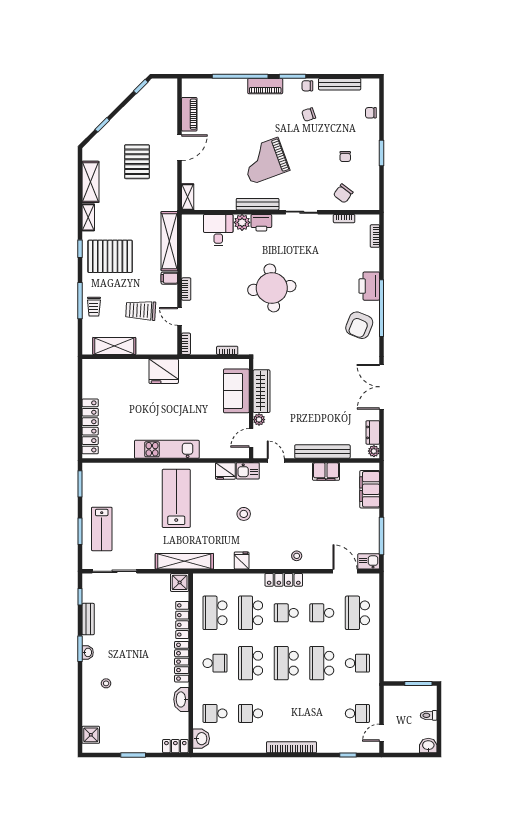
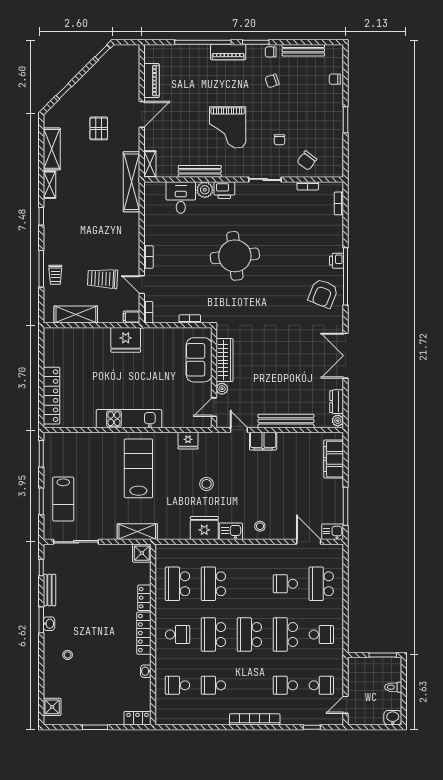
chair: (345, 157) -> (279, 140), moved
grand piano: (265, 161) -> (228, 127), turned -70
pallet: (137, 162) -> (99, 128), width x0.67, depth x0.71
bench: (258, 204) -> (200, 171), moved
shelving: (169, 241) -> (131, 182), moved
pallet: (110, 256) -> (72, 224), removed
filing cabinet: (169, 278) -> (131, 317), moved
printer: (369, 286) -> (337, 261), width x0.53, depth x0.68
kitchen sink: (248, 471) -> (231, 531), moved, turned 180
filing cabinet: (326, 472) -> (263, 441), moved
shelving: (184, 561) -> (137, 532), width x0.68
fridge: (242, 561) -> (204, 528), width x1.88, depth x1.34
locker: (284, 580) -> (247, 550), removed
school desk: (286, 613) -> (285, 685), moved
locker: (182, 620) -> (144, 598), width x0.66
washbasin: (181, 699) -> (146, 671), width x0.52, depth x0.69
washbasin: (201, 739) -> (164, 711), removed

